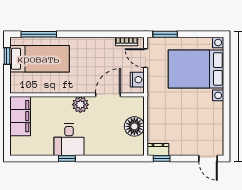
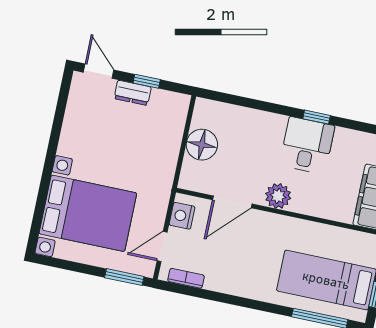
door: (146, 58) -> (162, 246), swing flipped
dresser: (158, 150) -> (133, 93), moved
window: (162, 158) -> (147, 81), moved

